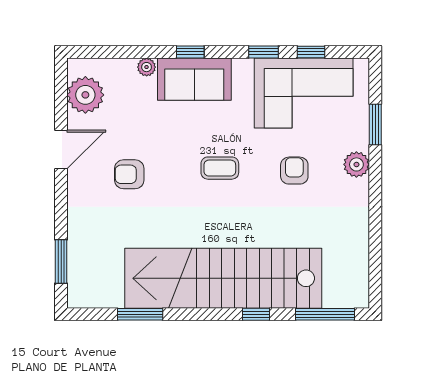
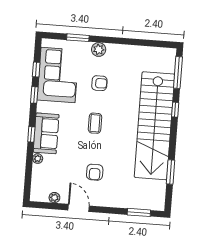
plant: (85, 95) -> (54, 198), width x0.53, depth x0.53
armchair: (294, 171) -> (99, 83), turned 180

